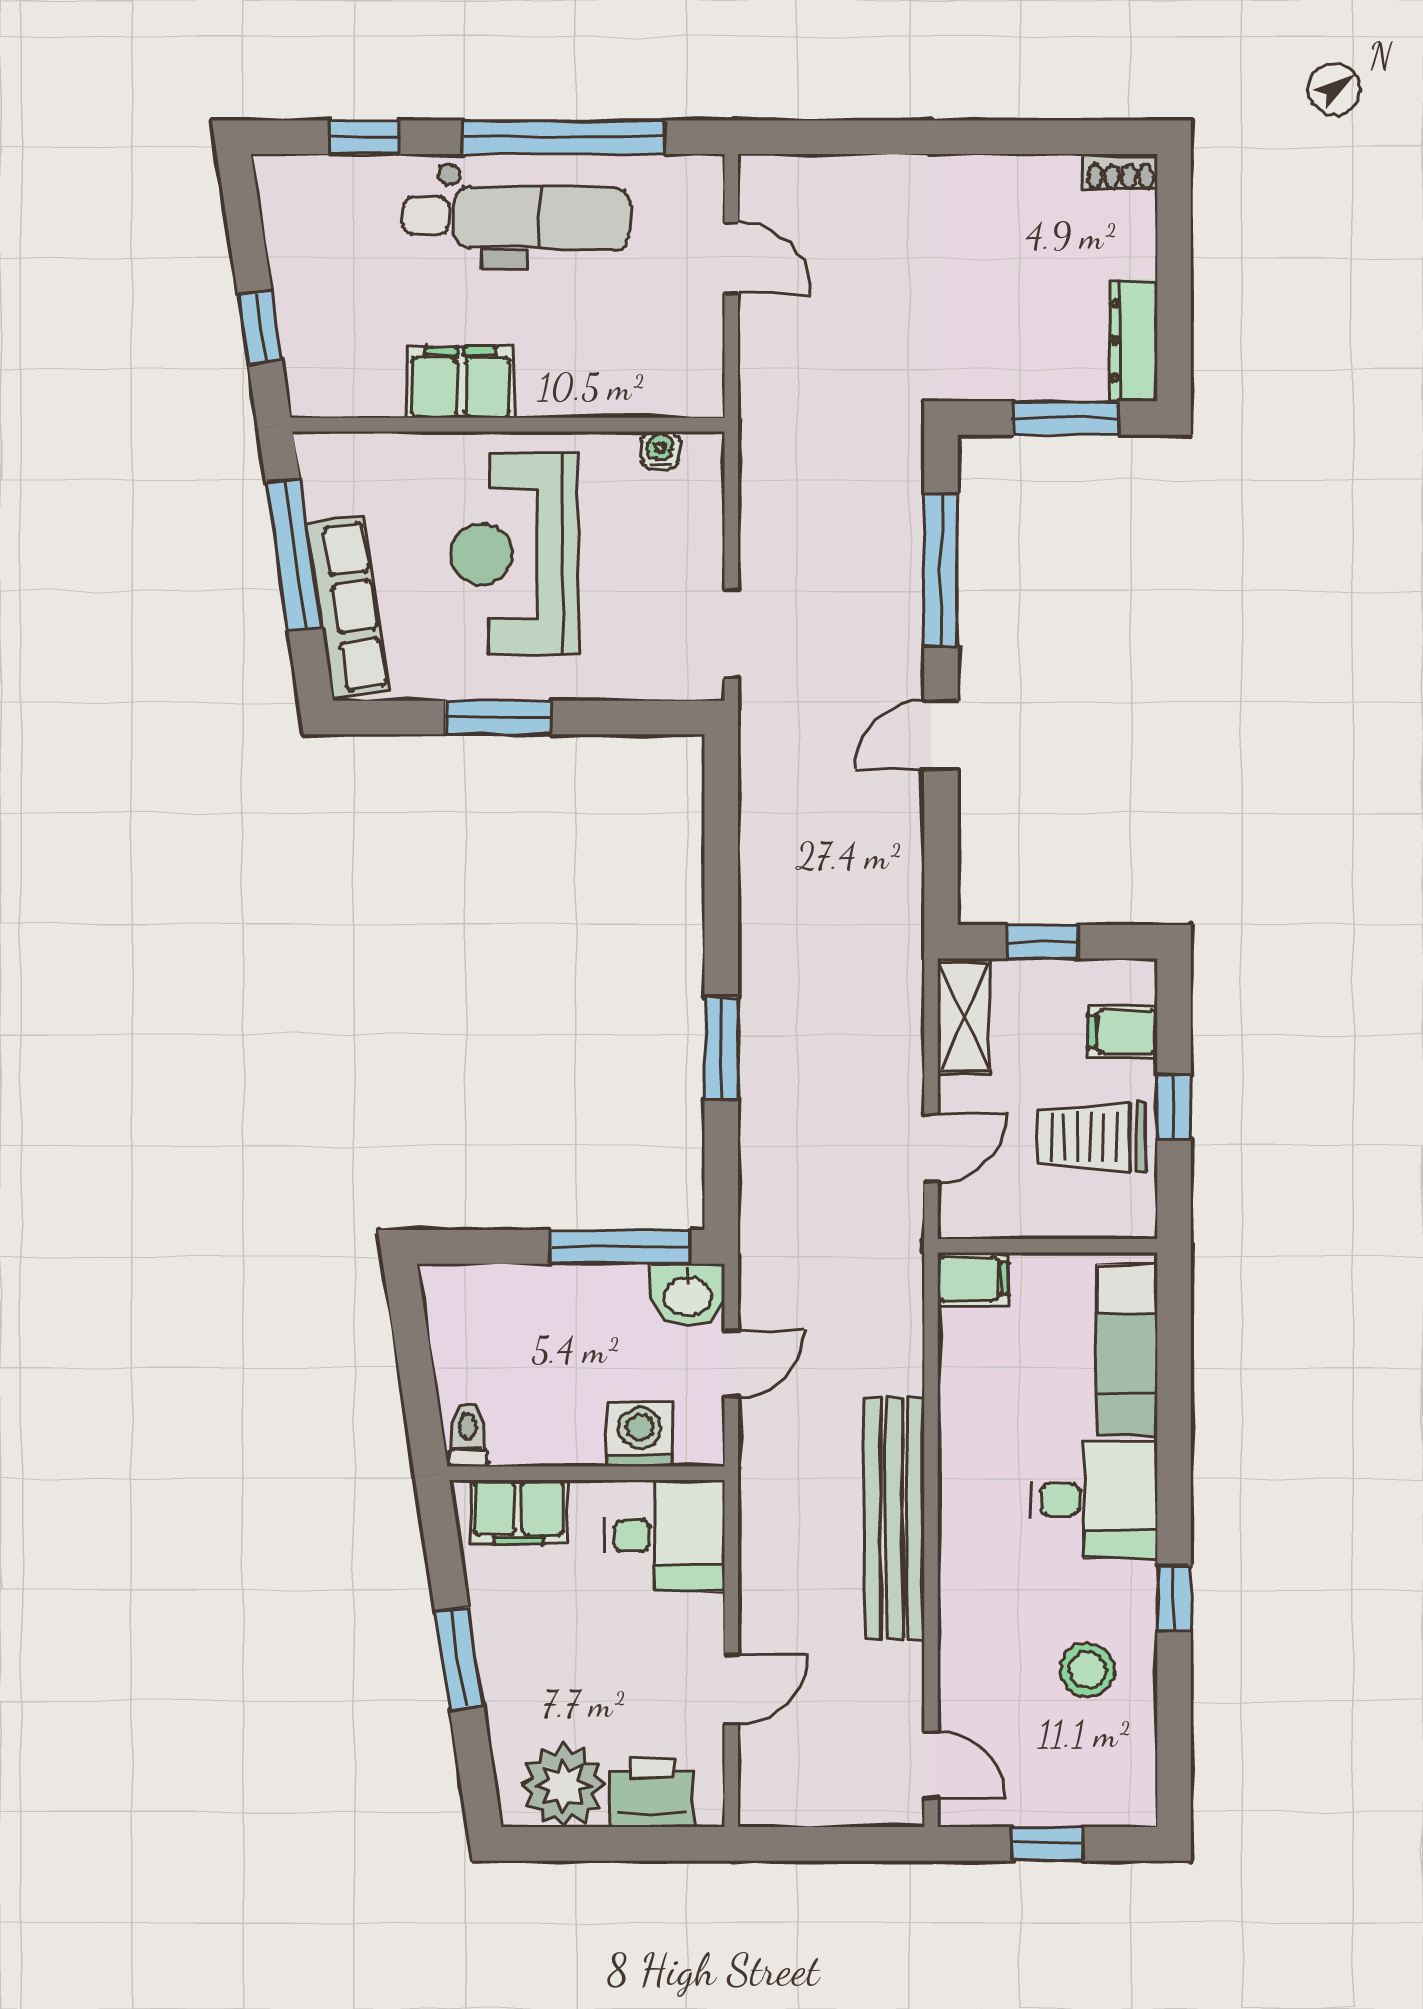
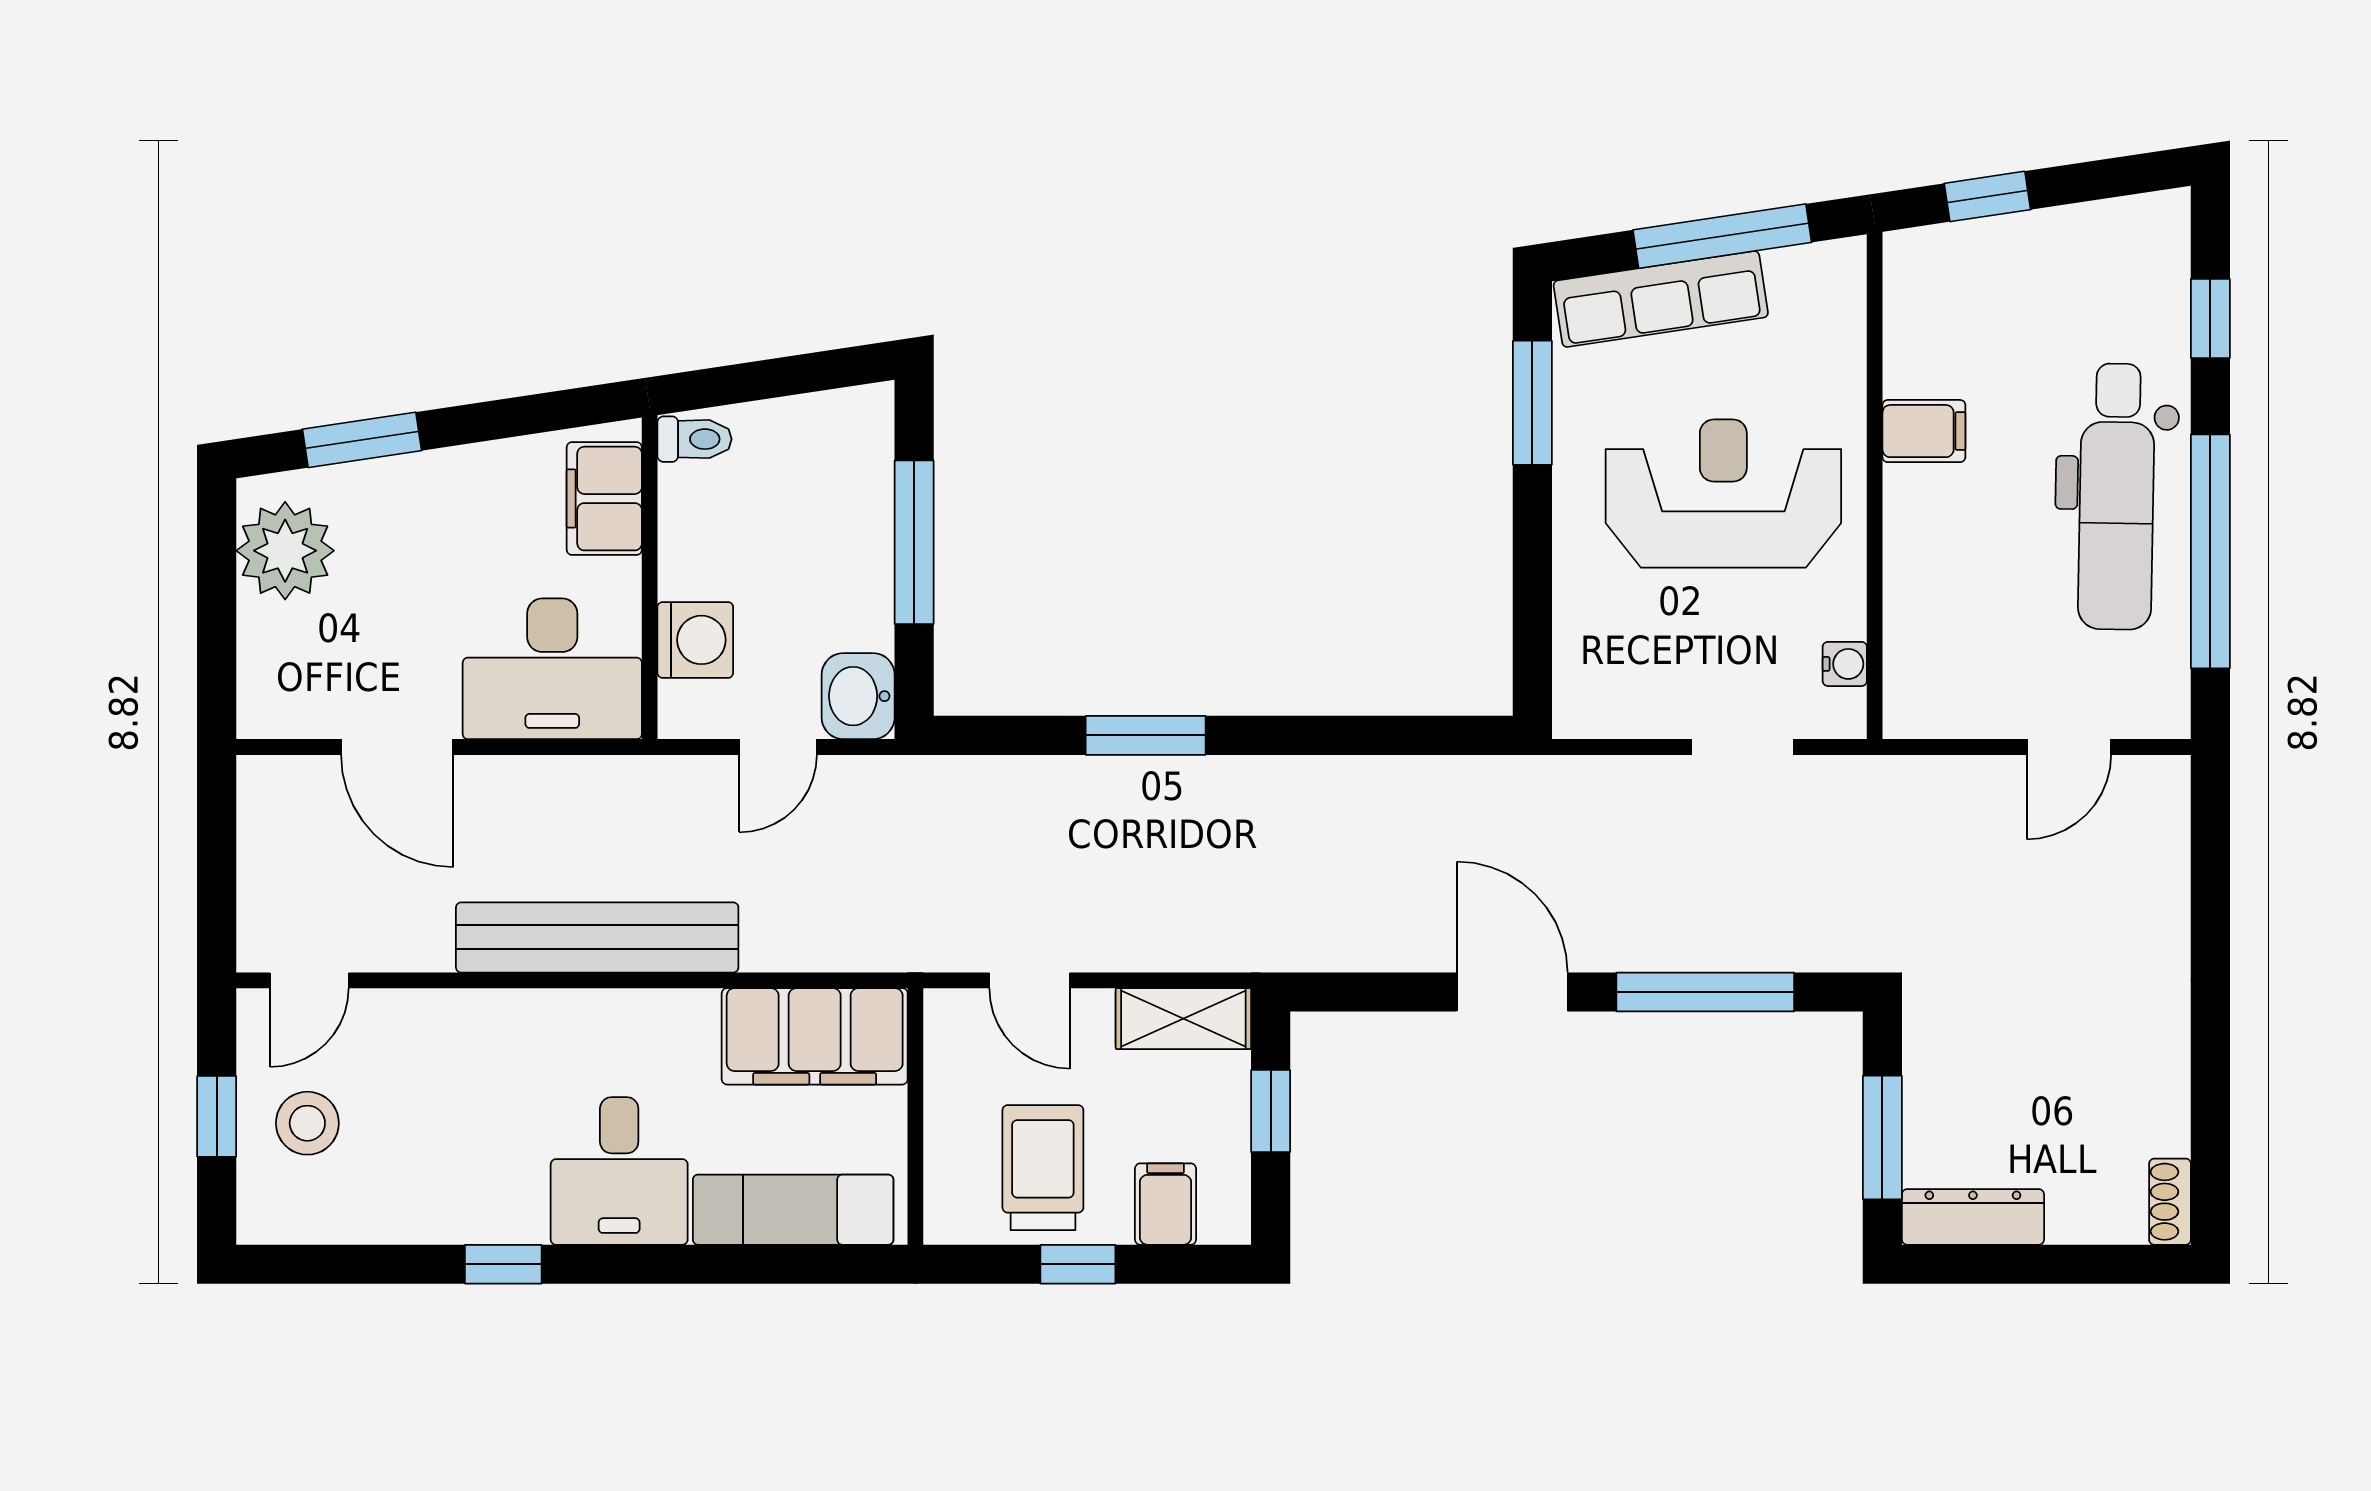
filing cabinet: (461, 382) -> (1924, 431), width x0.50
doorway: (731, 633) -> (1743, 747), moved
window: (499, 718) -> (1532, 403), moved
door: (941, 735) -> (1512, 992), width x1.38
window: (620, 1247) -> (914, 542), moved
filing cabinet: (973, 1279) -> (815, 1036), width x3.00, depth x1.17
door: (731, 1363) -> (778, 747), hinge flipped
desk: (664, 1536) -> (552, 669), width x1.37
window: (459, 1658) -> (362, 440), moved
stool: (1087, 1670) -> (307, 1123), moved
door: (731, 1689) -> (397, 747), width x1.37
printer: (652, 1793) -> (277, 654), removed

